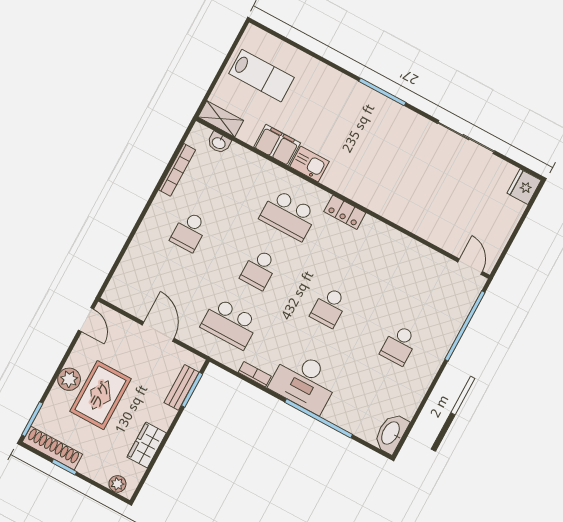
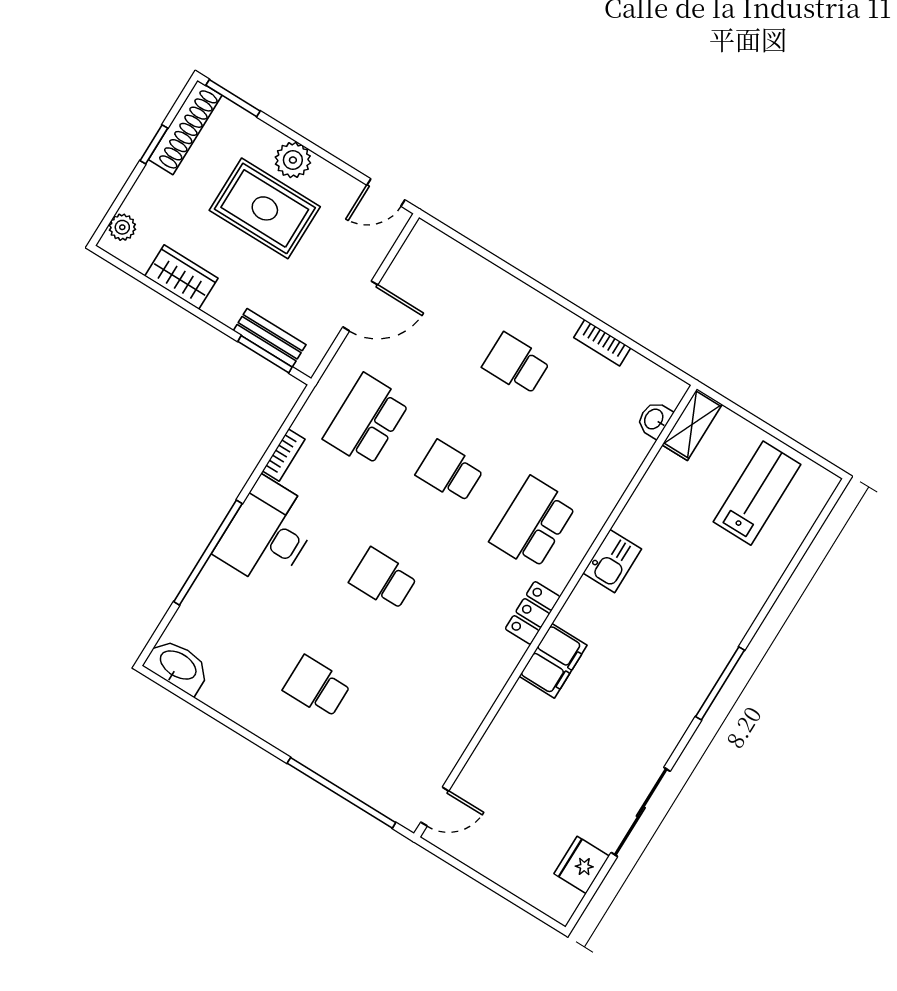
lab bench: (261, 76) -> (757, 493), turned 180
filing cabinet: (277, 145) -> (553, 661), moved
bookcase: (177, 170) -> (602, 343), width x0.64
fridge: (524, 187) -> (582, 865), moved, turned -90

